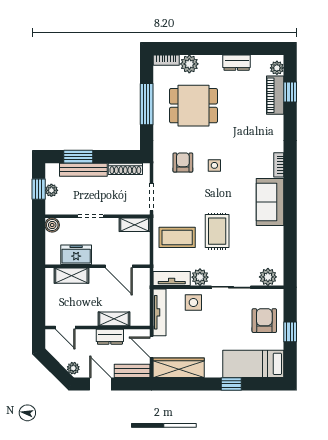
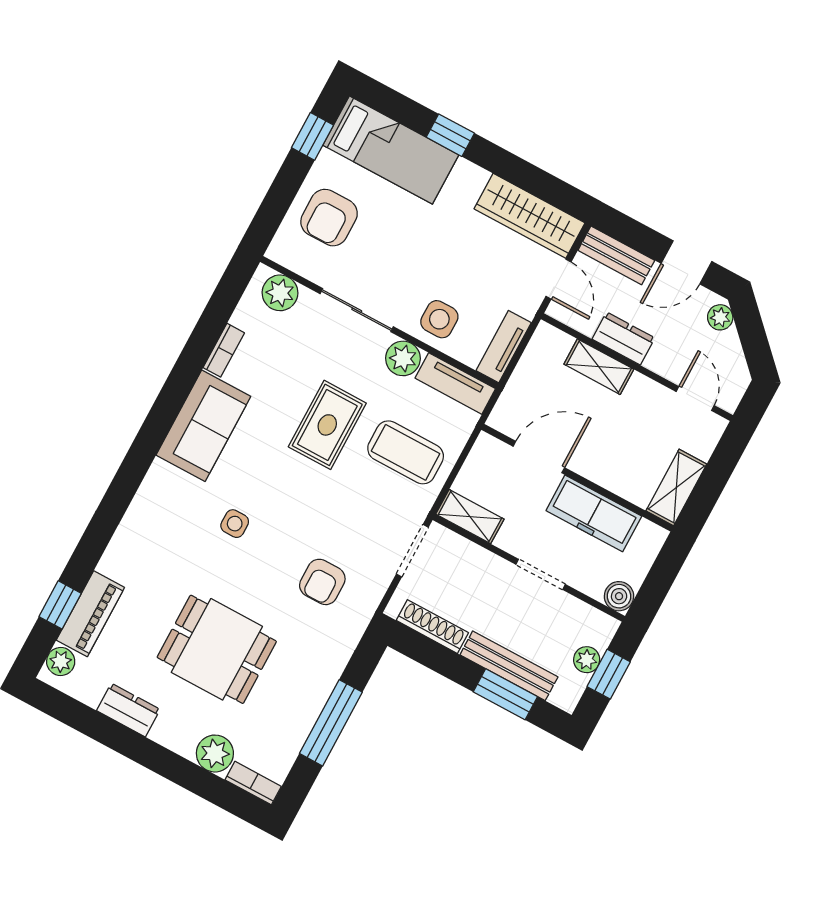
dining table: (193, 106) -> (217, 649), moved
side table: (214, 165) -> (235, 524), moved
bookcase: (279, 165) -> (224, 350), moved
freezer: (76, 255) -> (594, 513), width x1.40
door: (119, 266) -> (539, 457), hinge flipped
shelving: (71, 276) -> (676, 487), moved, turned 90
tv unit: (159, 312) -> (504, 347), width x0.71
window: (290, 332) -> (312, 136), moved
door: (100, 384) -> (686, 262), hinge flipped

